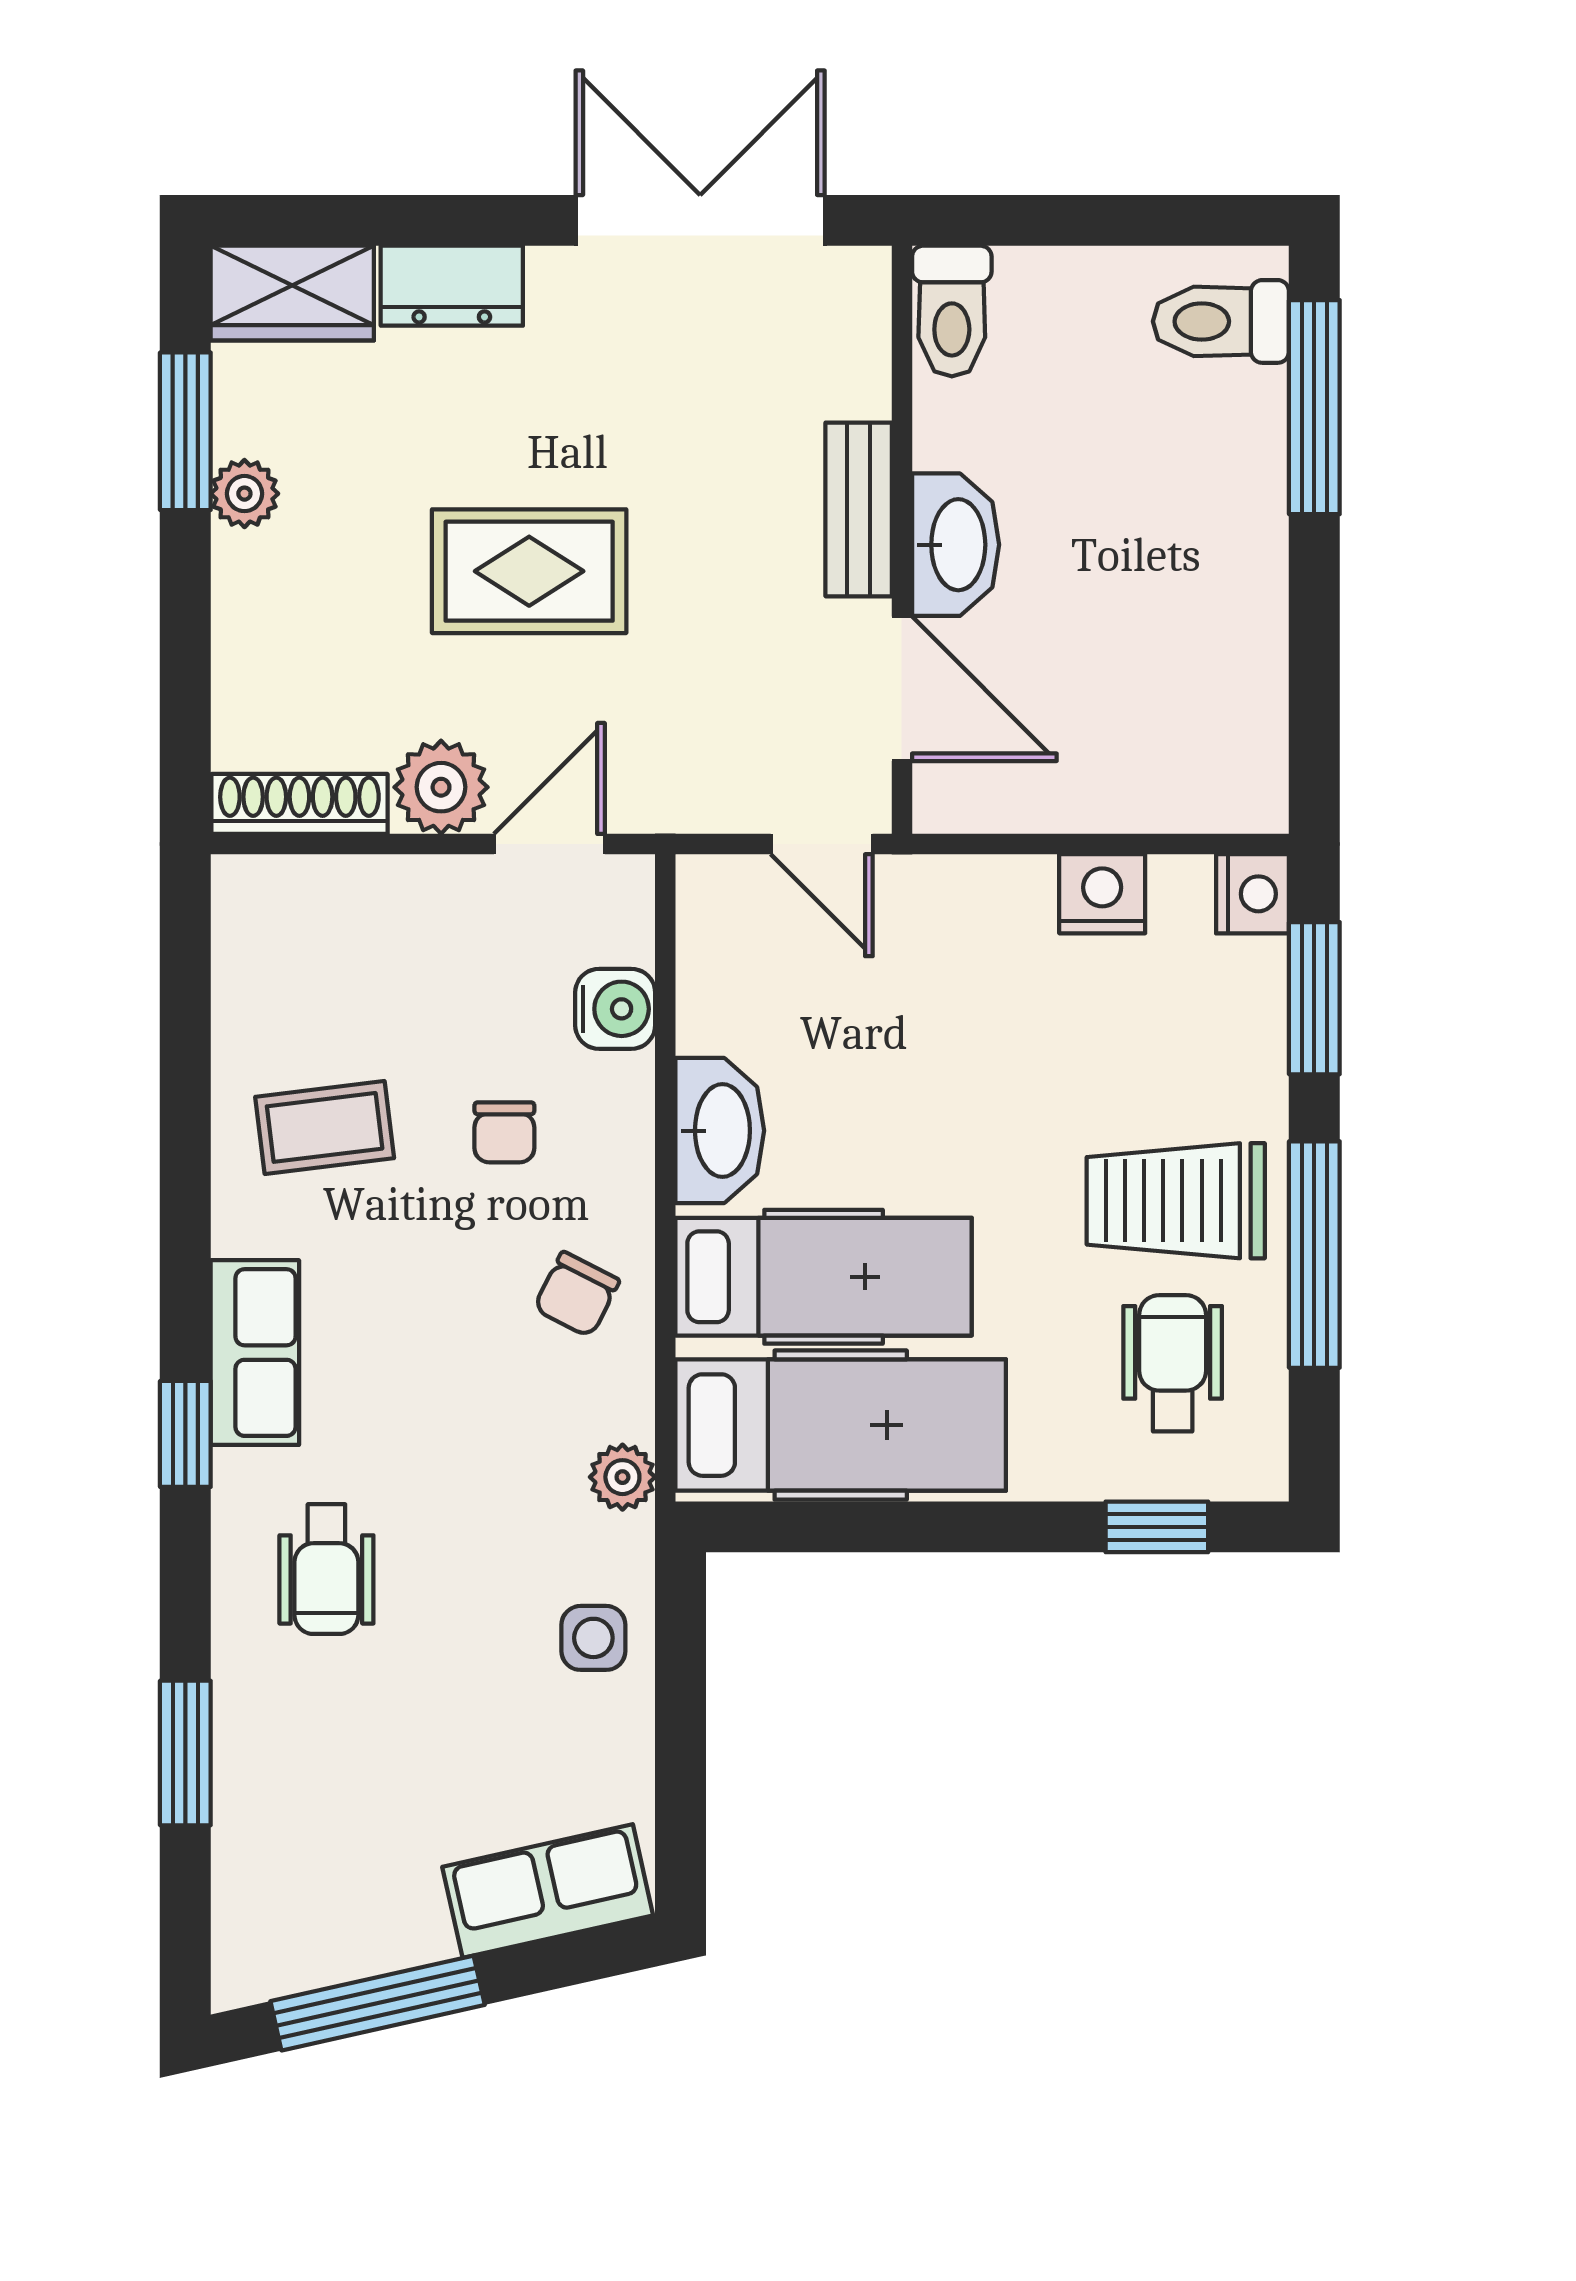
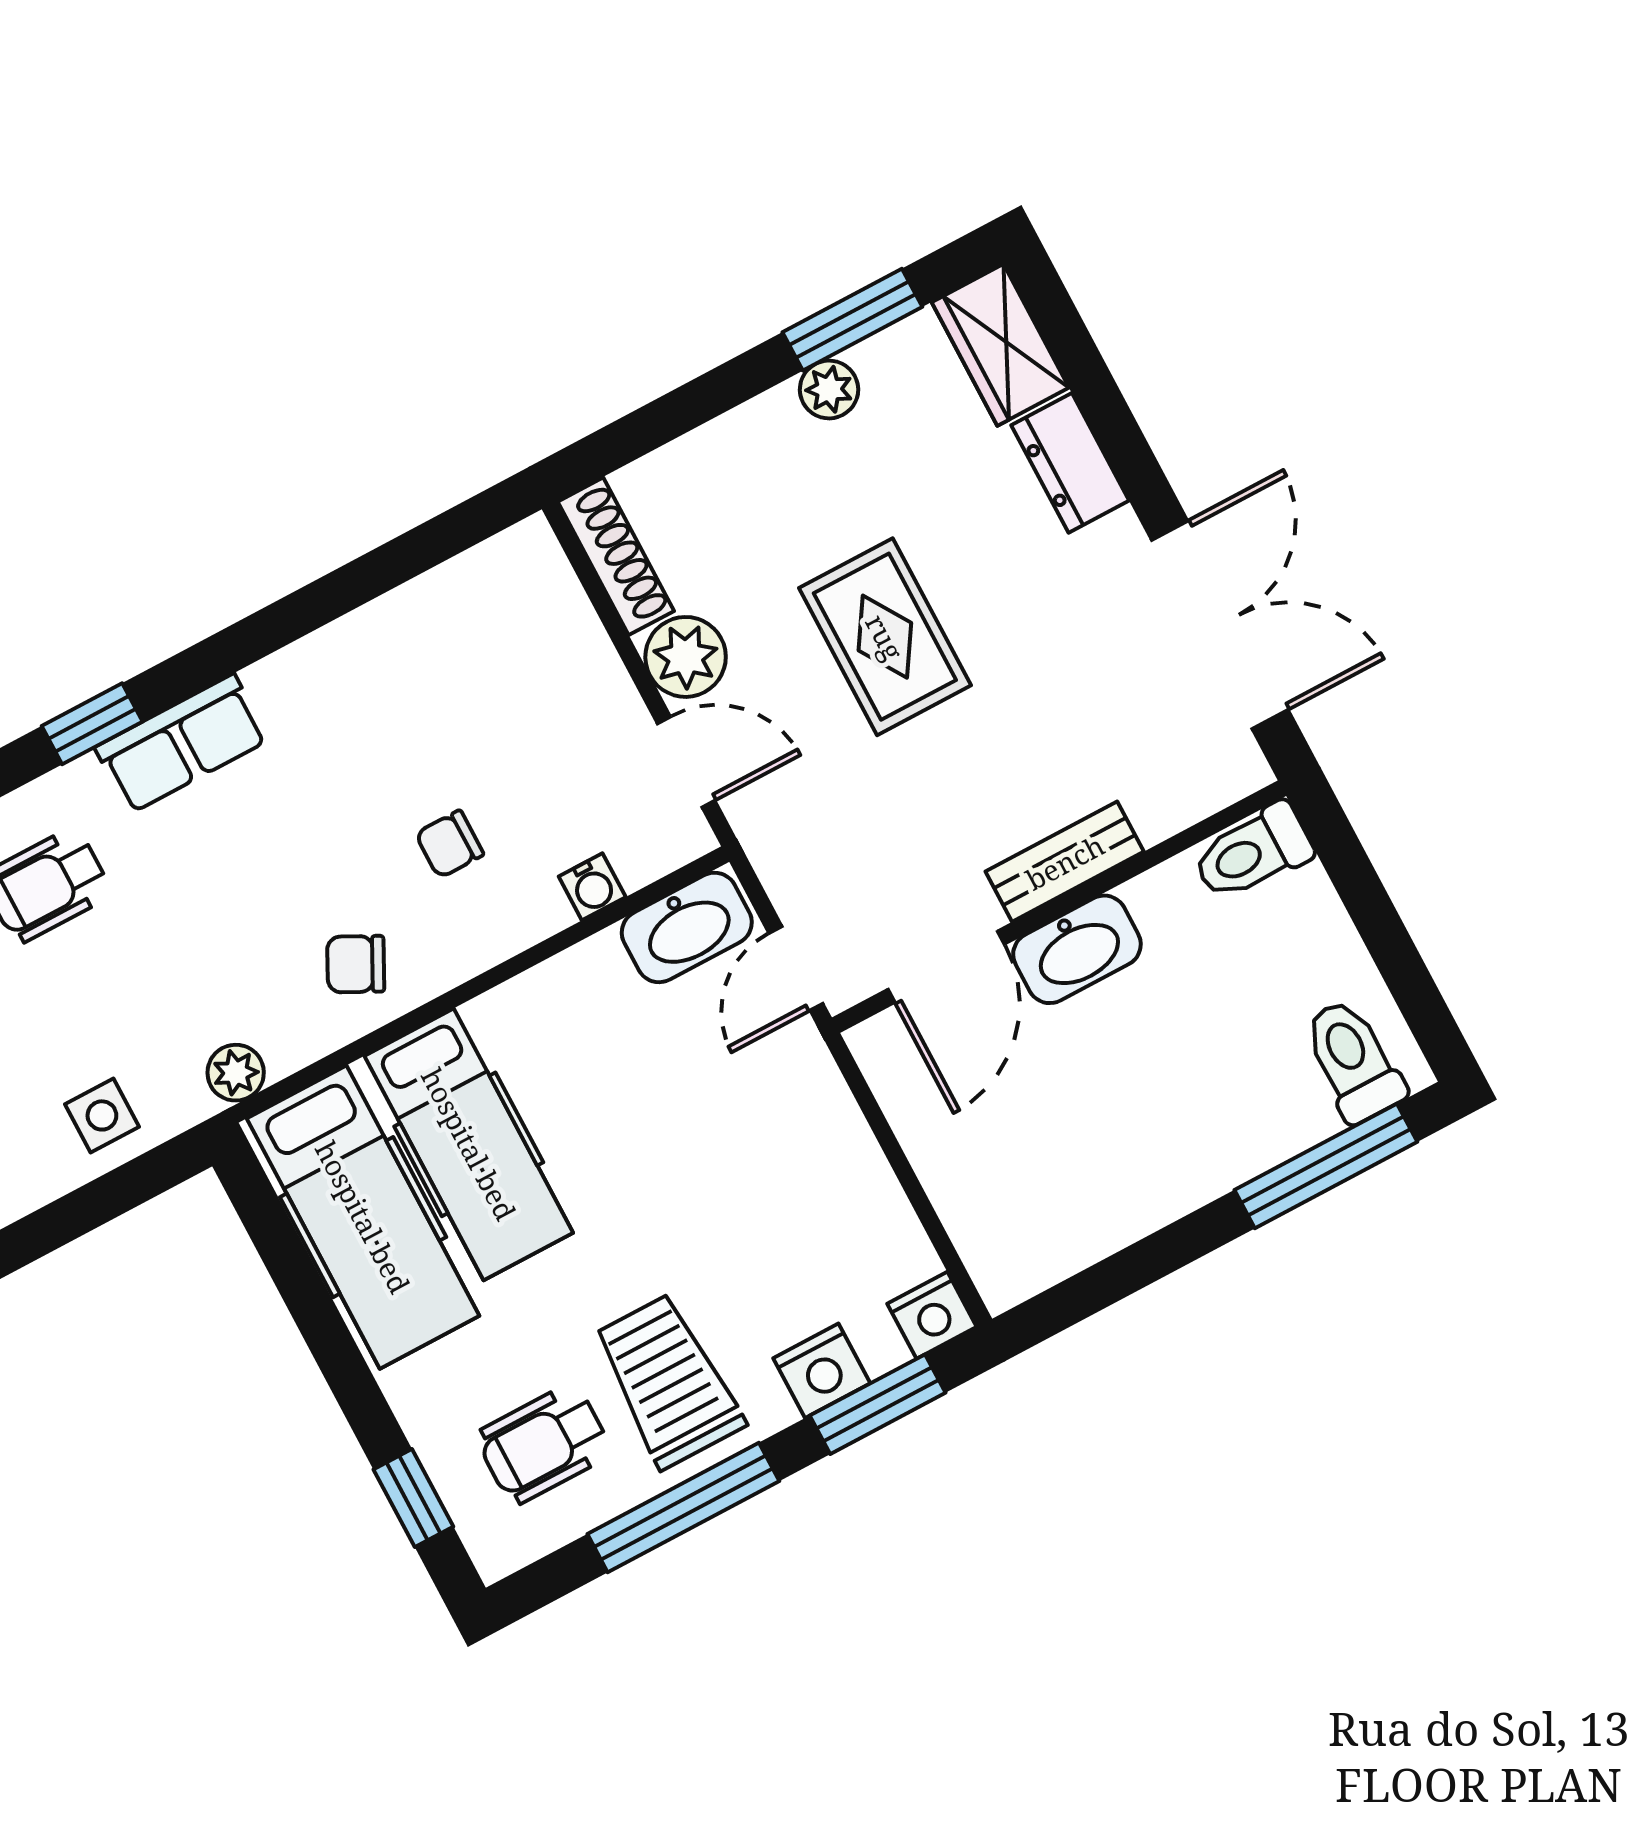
nightstand: (1102, 894) -> (822, 1371), moved, turned 90
water cooler: (615, 1009) -> (592, 887), width x0.72, depth x0.72
coffee table: (325, 1127) -> (381, 706), removed
washbasin: (720, 1131) -> (687, 927), moved
wheelchair: (1173, 1363) -> (544, 1444), turned 180

